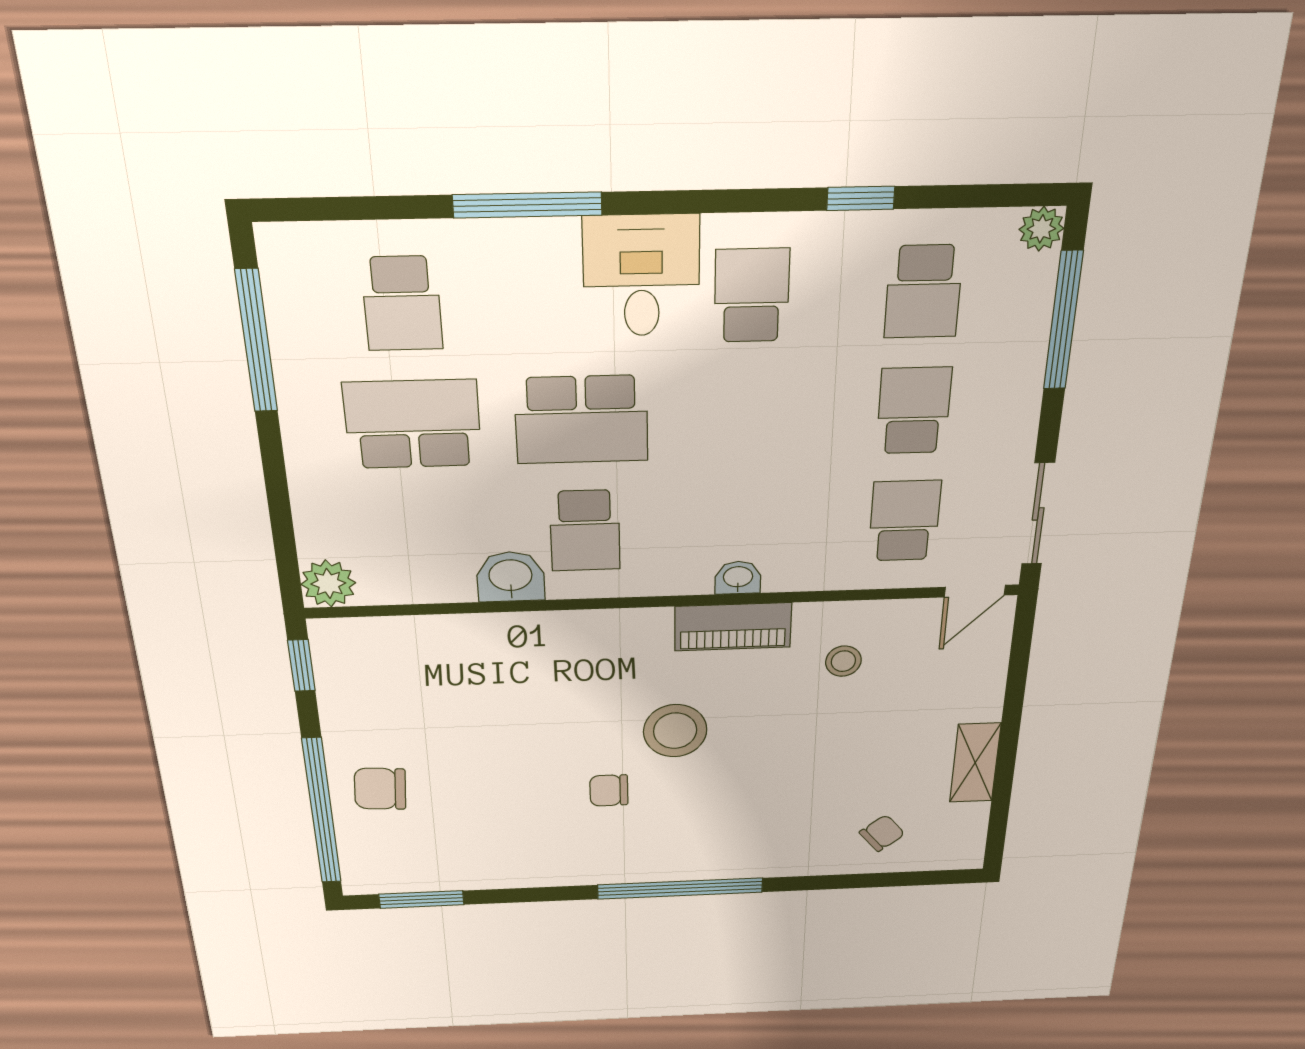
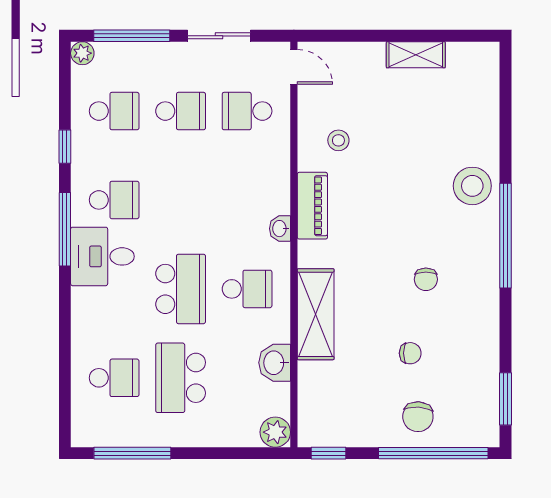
window: (527, 205) -> (65, 229), moved
school desk: (752, 296) -> (114, 200), turned 180
school desk: (914, 411) -> (181, 111), turned 180
sliding door: (1038, 514) -> (219, 36), moved
washbasin: (511, 577) -> (275, 363), moved
washbasin: (738, 578) -> (280, 229), moved
shelving: (544, 638) -> (316, 314), added
stool: (675, 731) -> (472, 186), moved
chair: (882, 833) -> (410, 353), moved, turned 129

